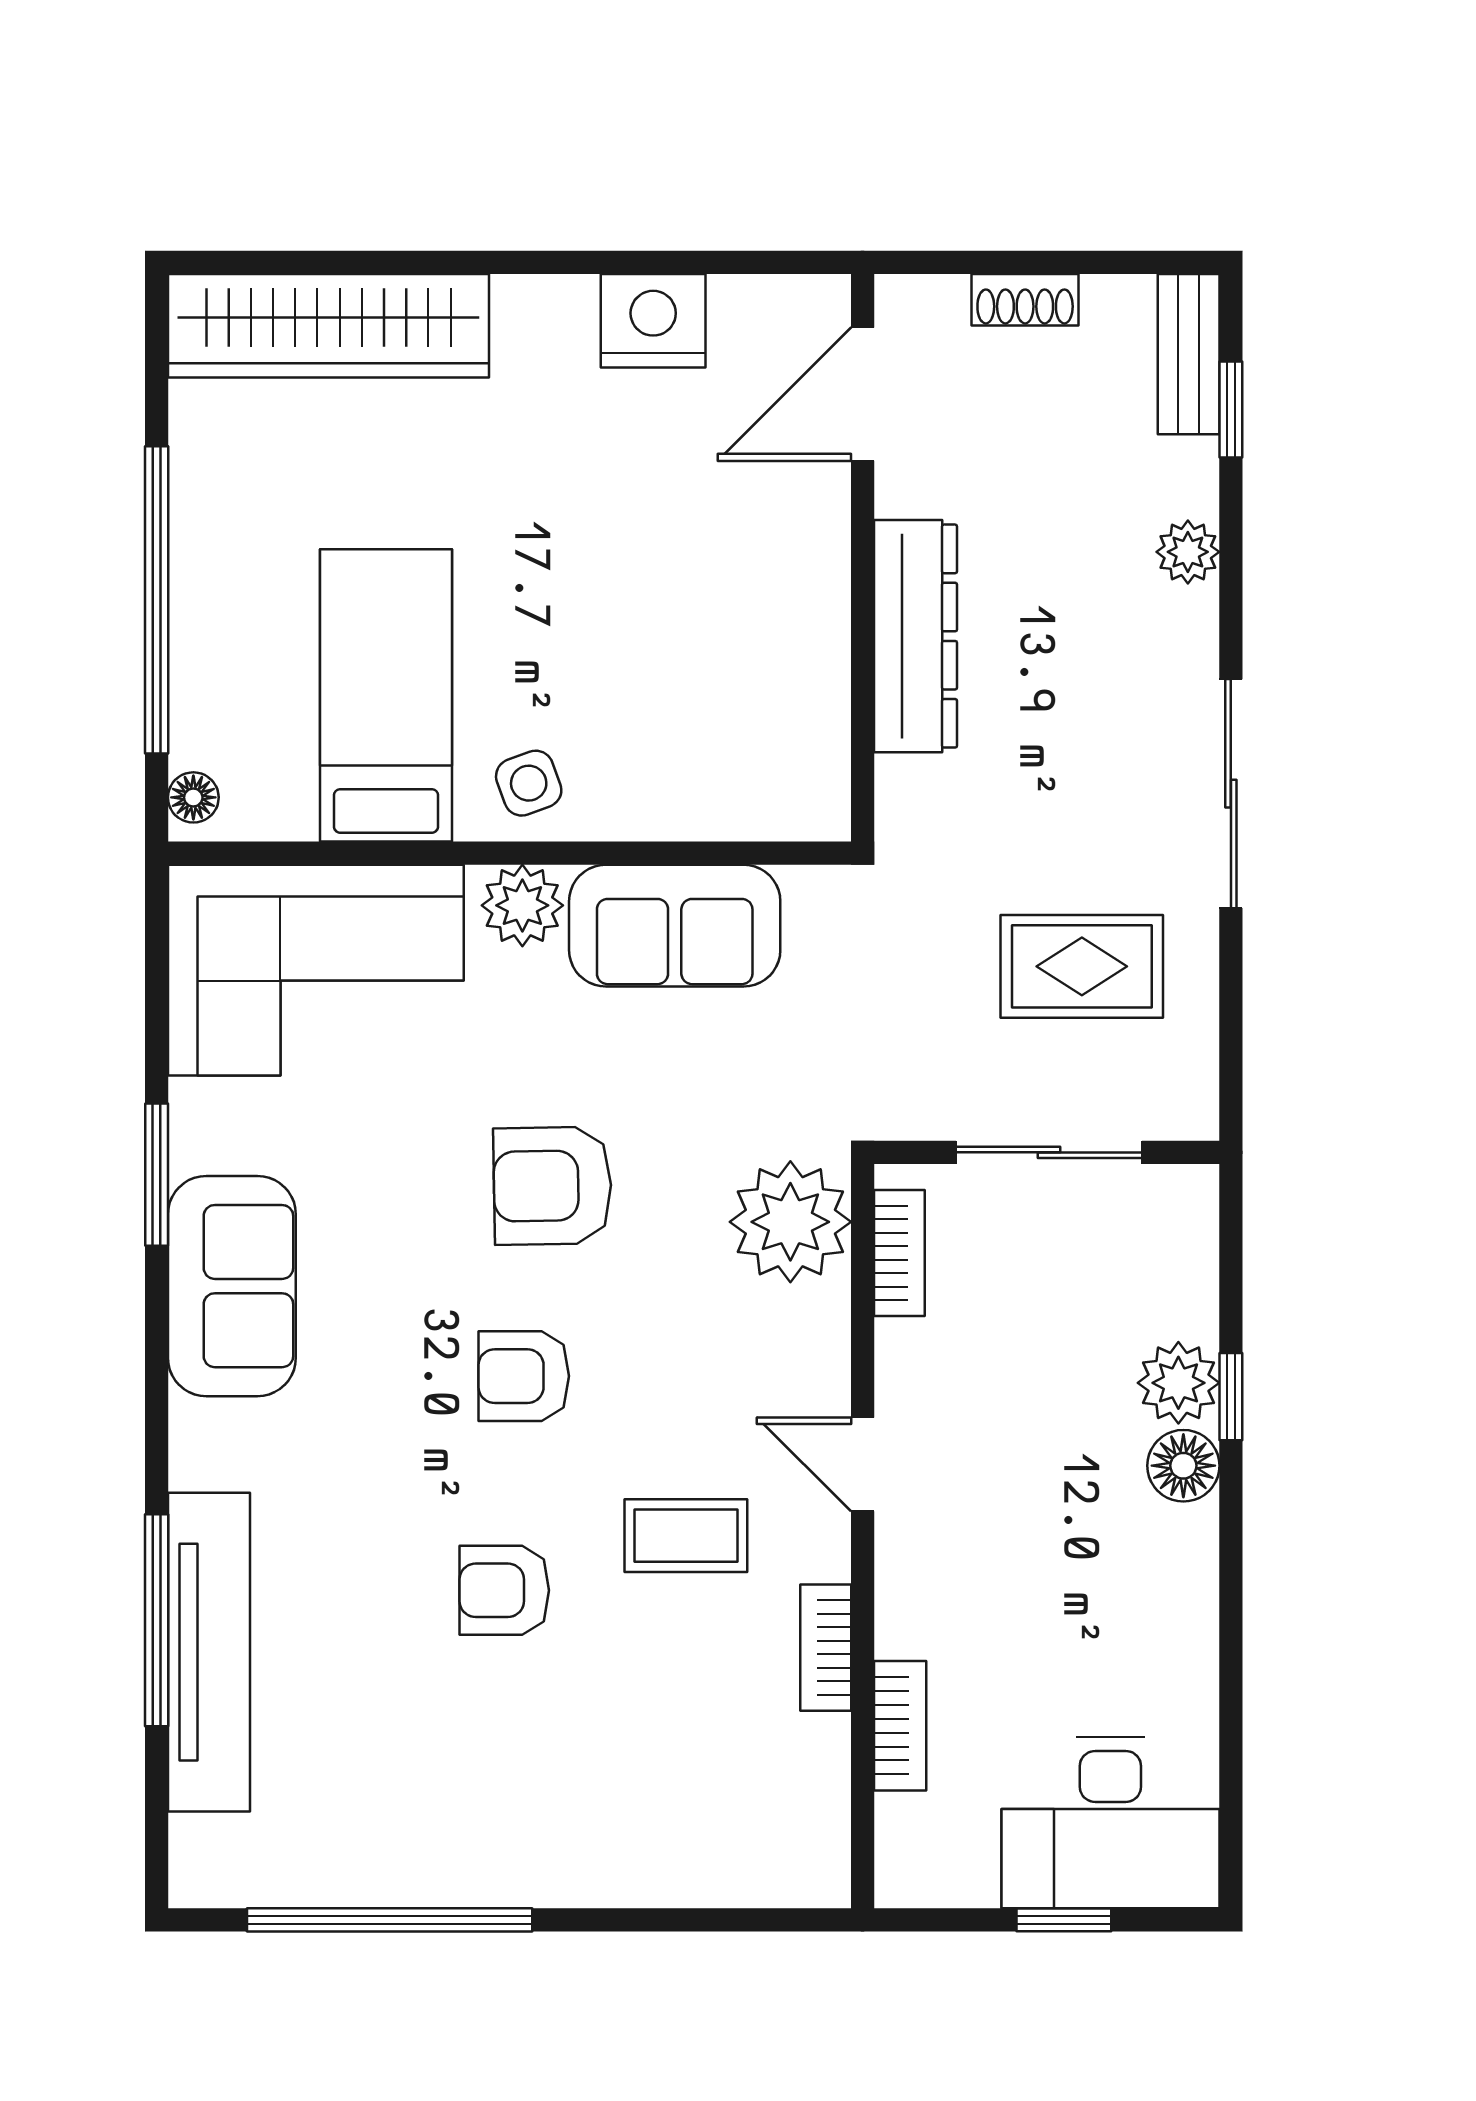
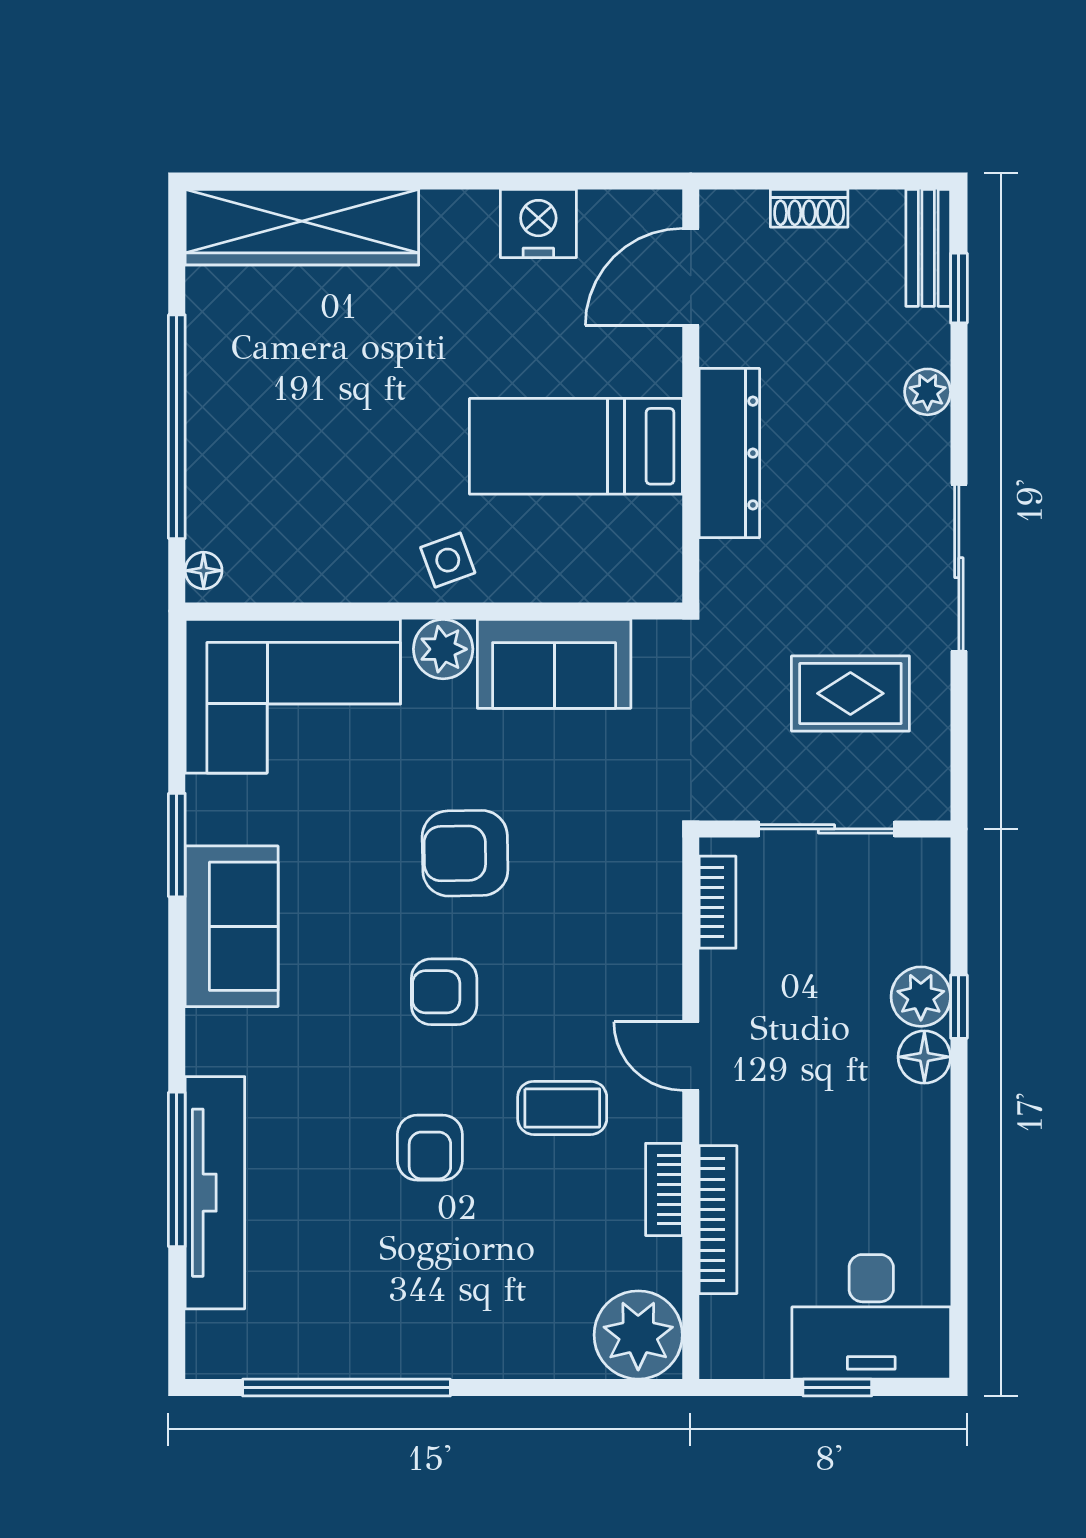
bed: (386, 695) -> (576, 446), moved, turned -90
plant: (790, 1222) -> (638, 1335), moved
armchair: (504, 1590) -> (430, 1148), turned -90
bookcase: (900, 1726) -> (718, 1220), width x1.56

